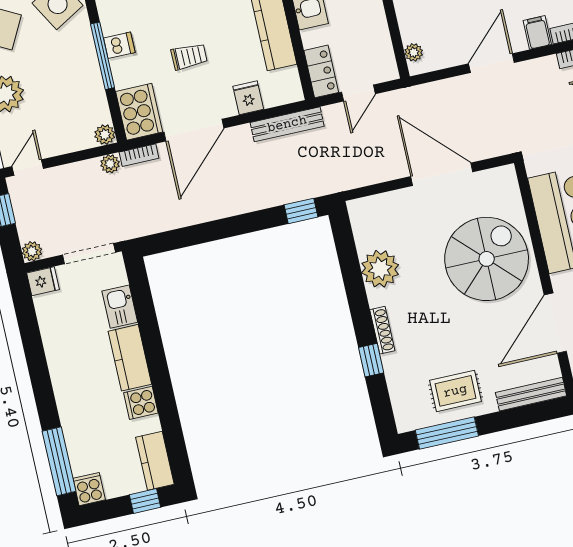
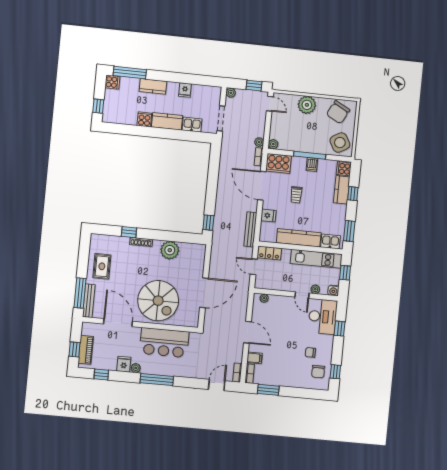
fridge: (43, 281) -> (185, 90), moved
window: (447, 433) -> (80, 293), moved
kitchen counter: (155, 461) -> (153, 86), moved, turned 180

